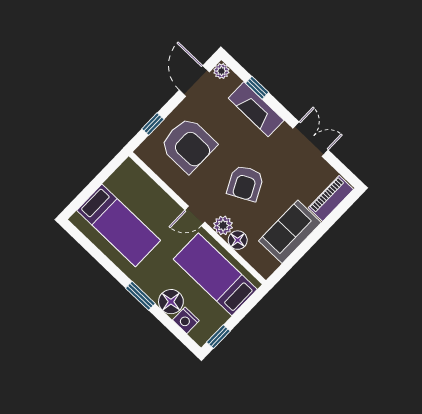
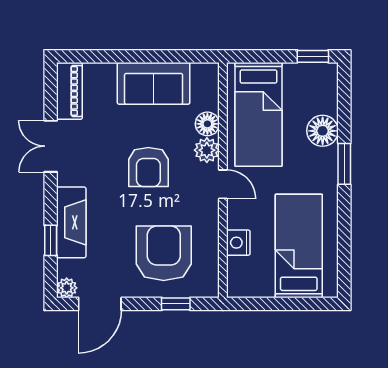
armchair: (245, 183) -> (148, 167), turned 117
piano: (331, 198) -> (69, 91), moved, turned -90
nightstand: (186, 320) -> (238, 243), moved, turned 180

